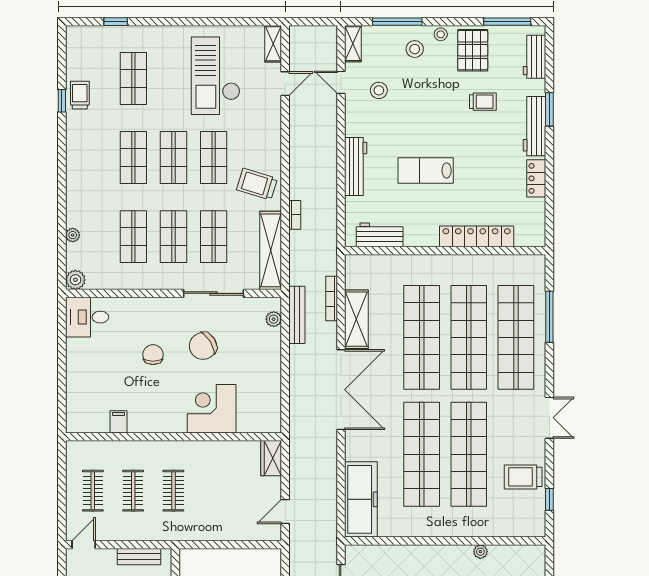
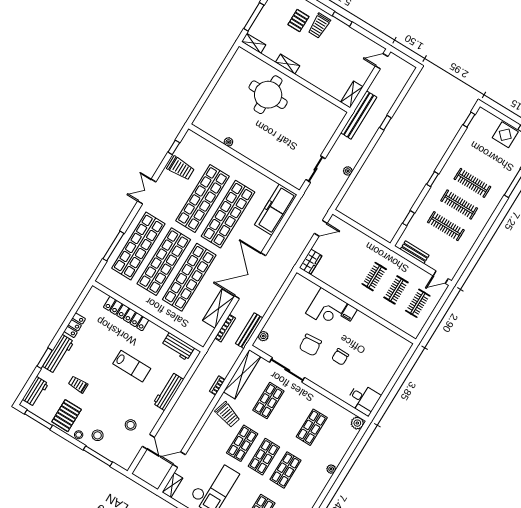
shelving: (353, 44) -> (129, 459), removed
plant: (73, 235) -> (331, 469), moved
shop shelf: (173, 237) -> (290, 414), removed
chair: (203, 346) -> (310, 345), turned 117
filing cabinet: (118, 422) -> (349, 313), moved

